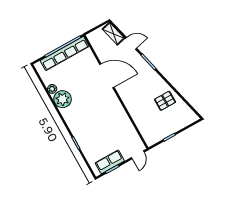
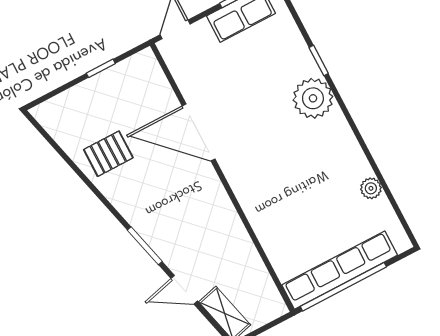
door: (107, 76) -> (199, 132), moved
plant: (63, 99) -> (313, 98), moved

